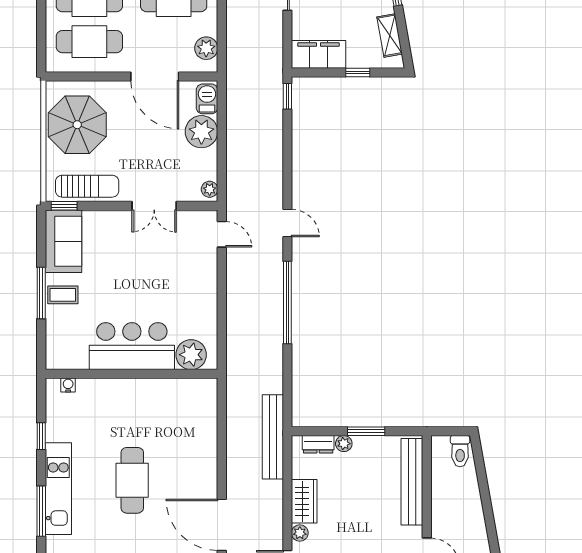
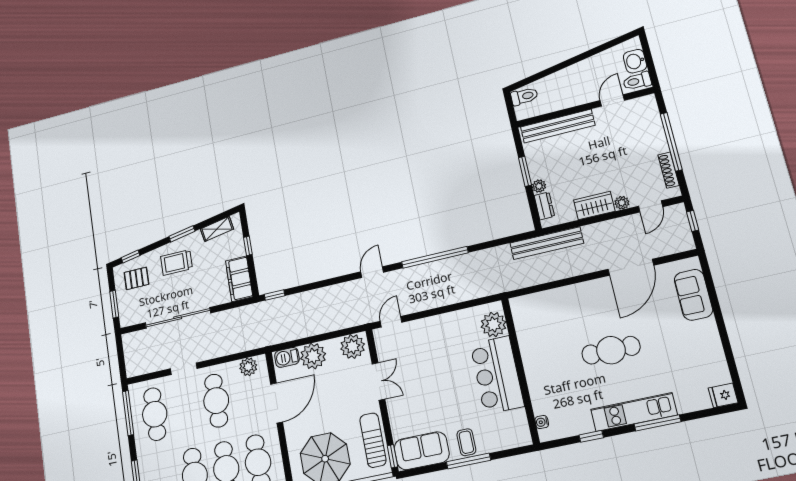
plant: (210, 189) -> (352, 346), width x1.88, depth x1.88

